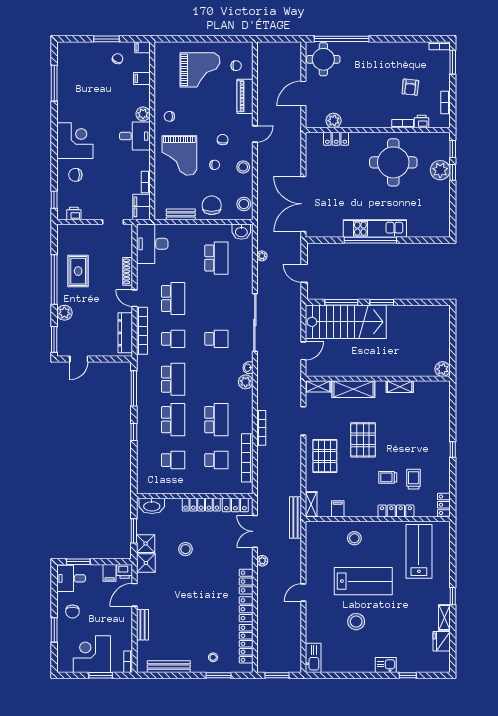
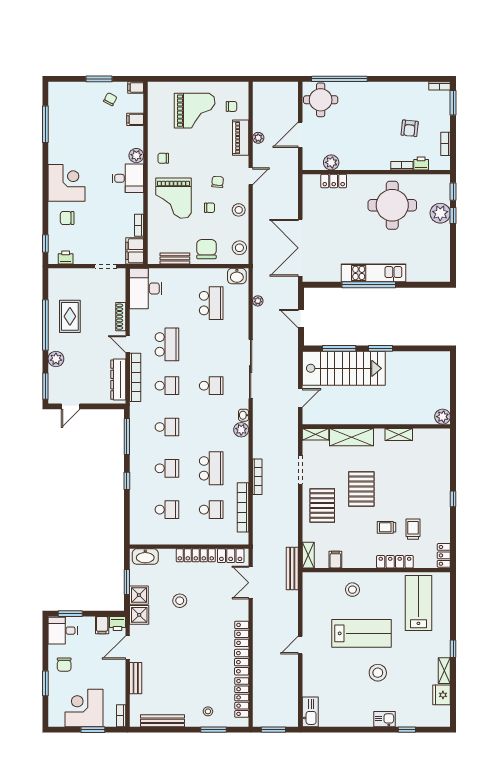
school desk: (173, 379) -> (167, 427), width x0.54
school desk: (173, 420) -> (167, 468), width x0.54
plant: (262, 561) -> (258, 138), moved
stool: (356, 622) -> (378, 673), moved

